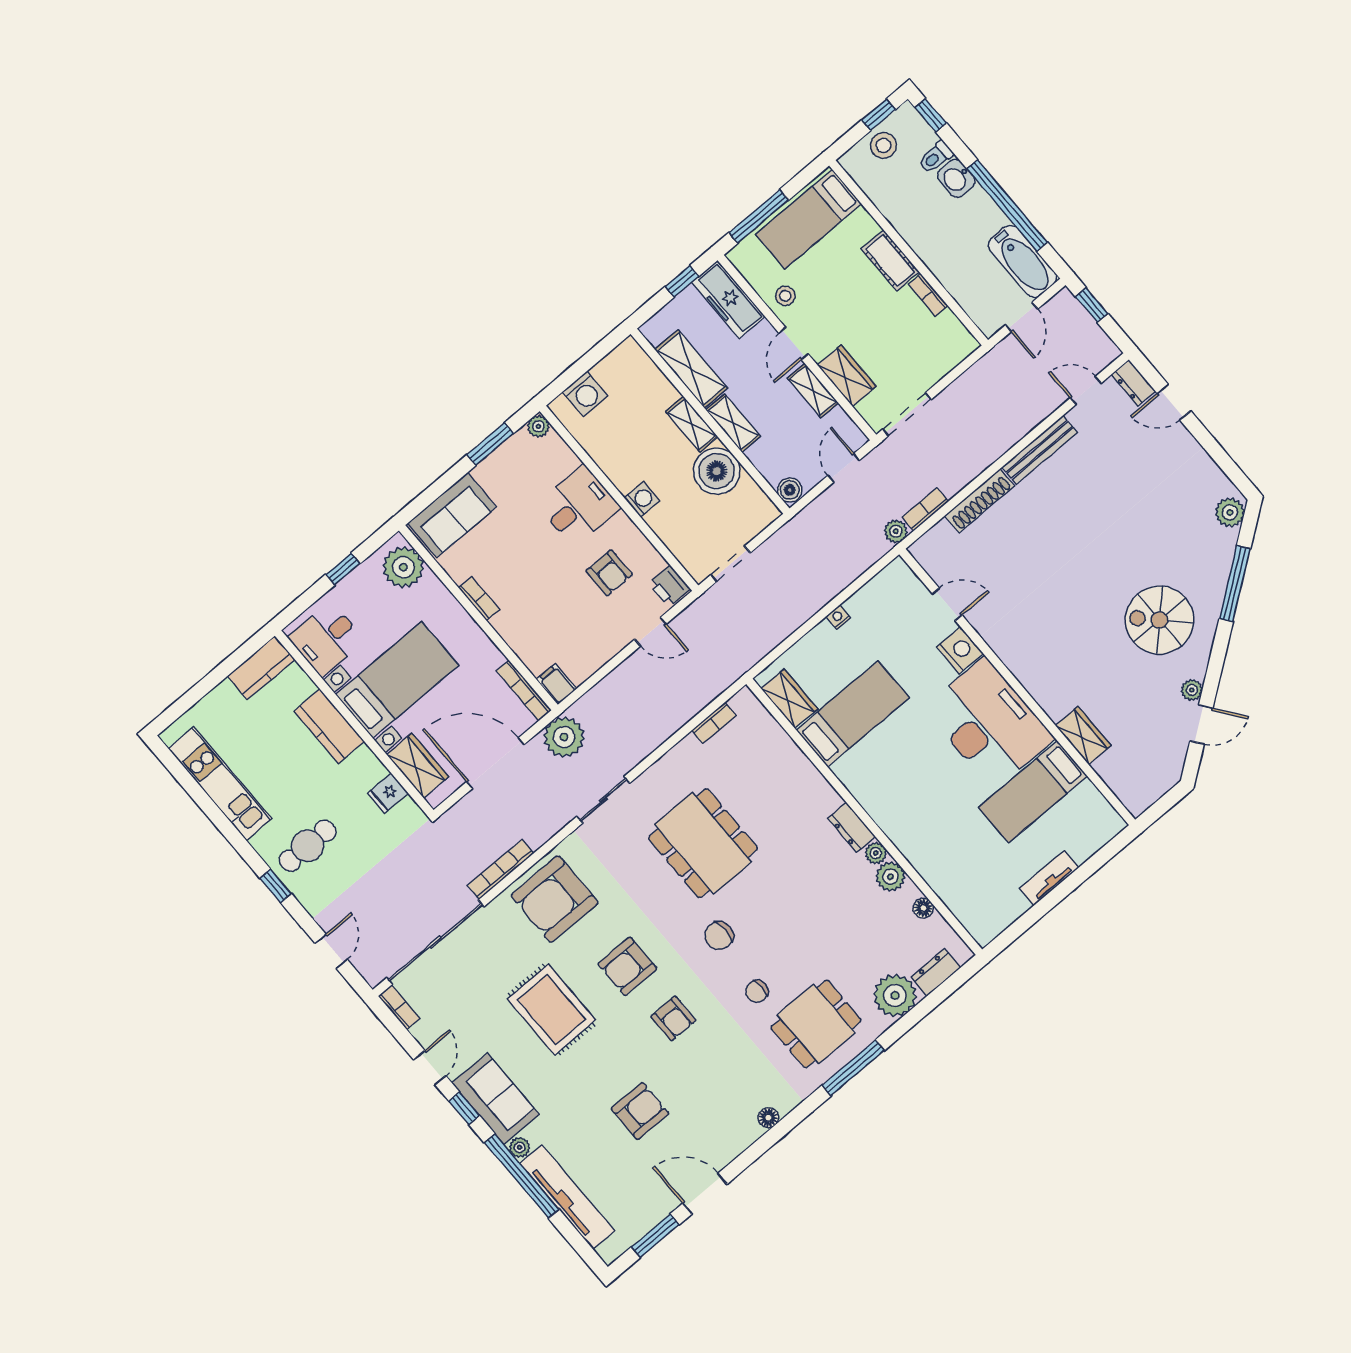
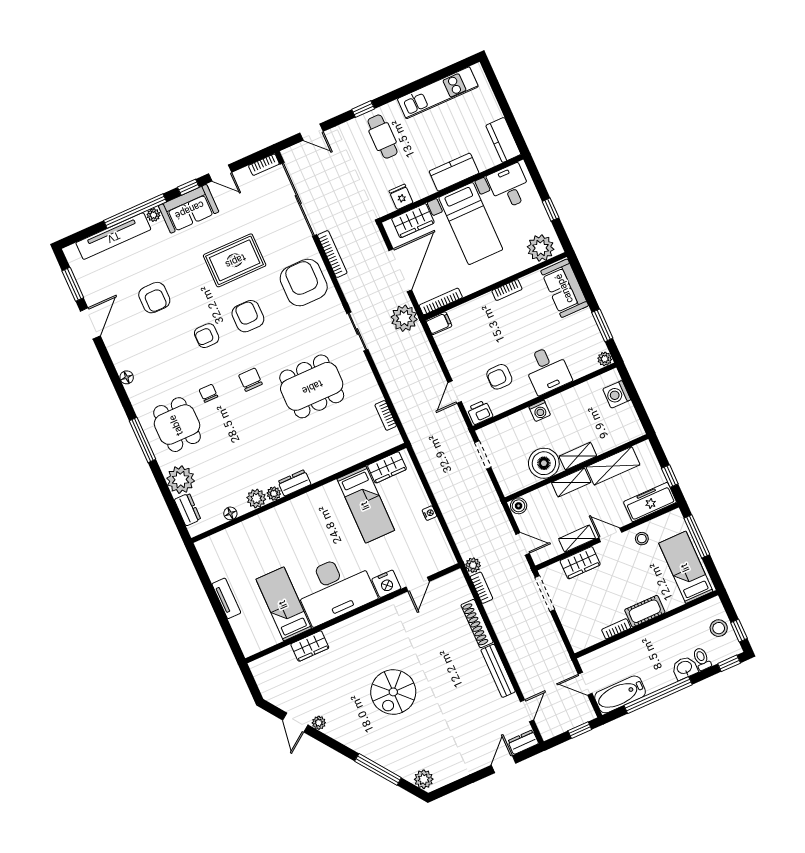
spiral stairs: (1160, 620) -> (393, 692), moved, turned 180

